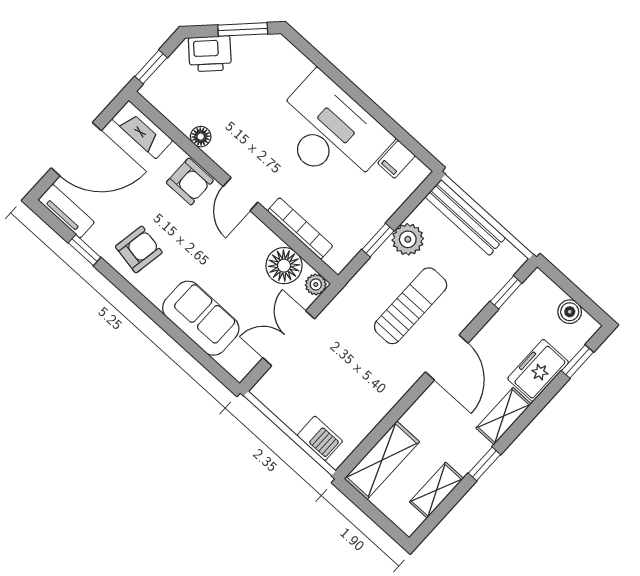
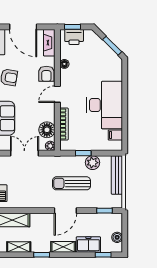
printer: (210, 54) -> (74, 37), moved, turned -45
sun lounger: (411, 306) -> (72, 183), turned 180

